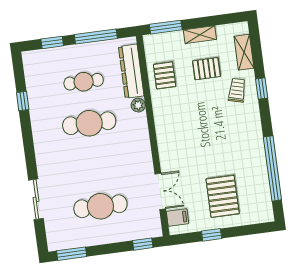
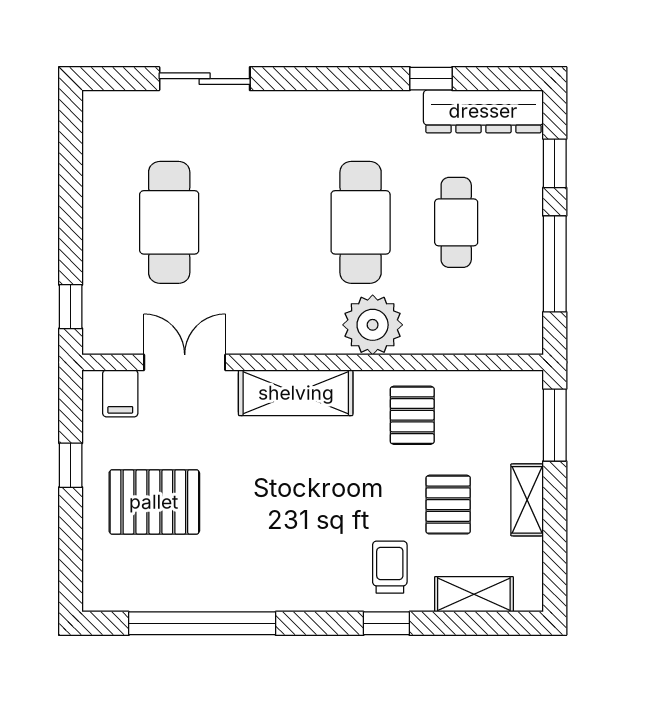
dresser: (131, 71) -> (483, 111), moved, turned 180
pallet: (165, 75) -> (412, 415), moved, turned 90
trolley: (237, 90) -> (390, 567), turned -105
plant: (138, 105) -> (373, 325), width x1.87, depth x1.87
shelving: (167, 141) -> (296, 393), added
double door: (160, 191) -> (185, 362), swing flipped
window: (72, 254) -> (71, 143), removed

